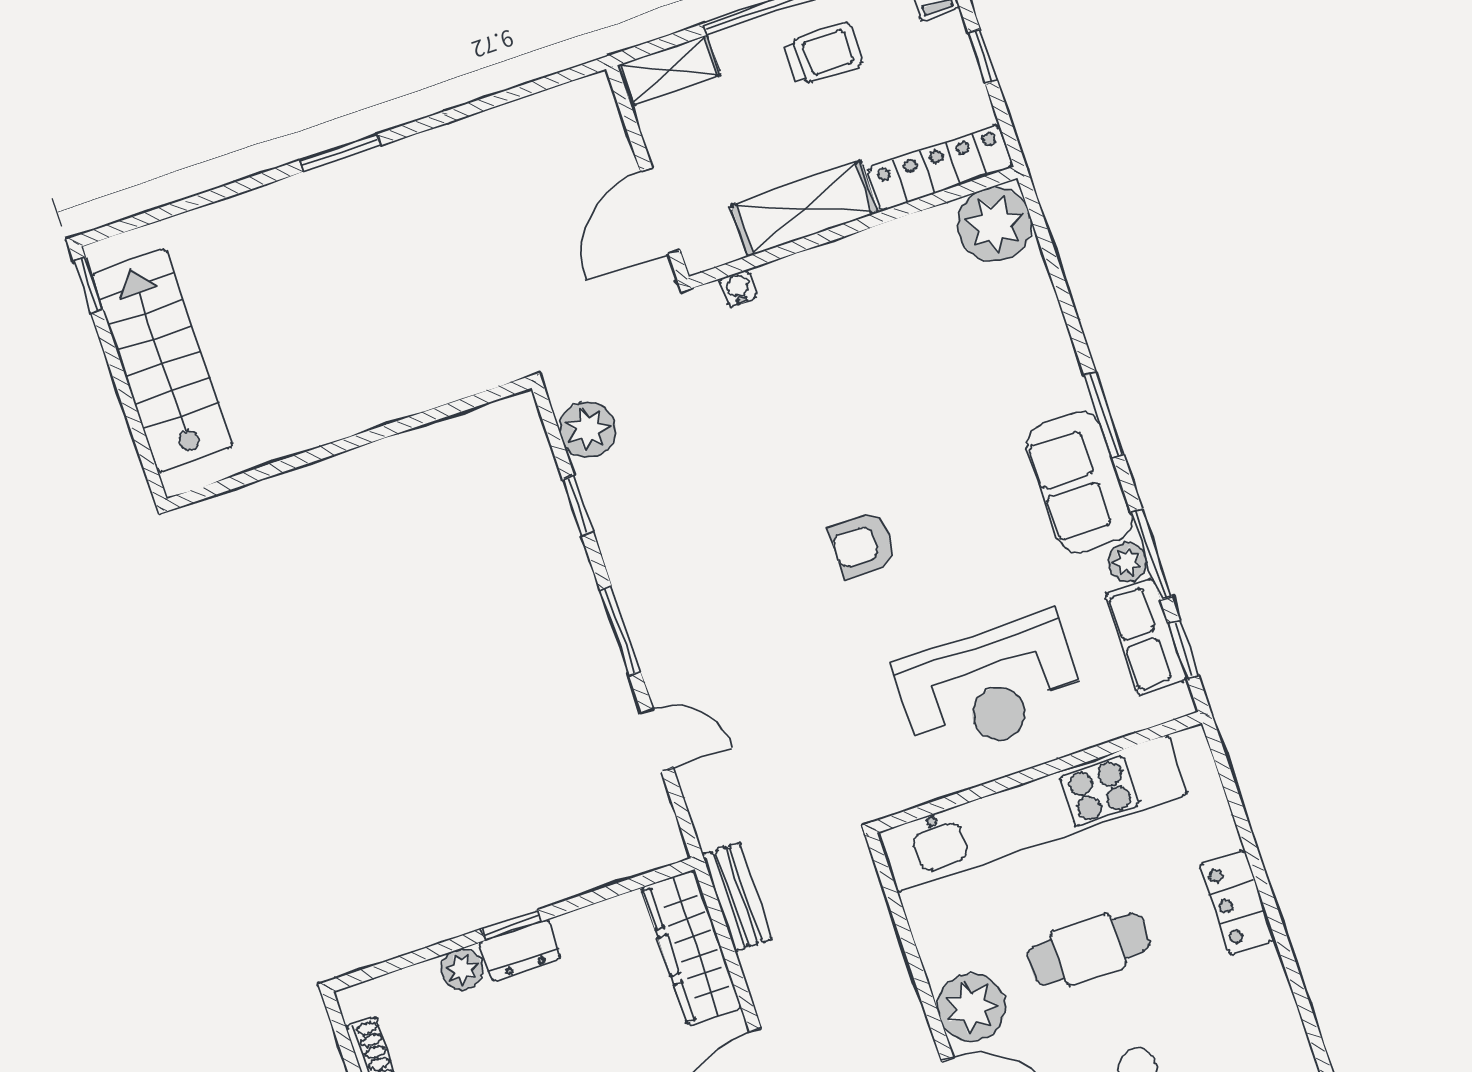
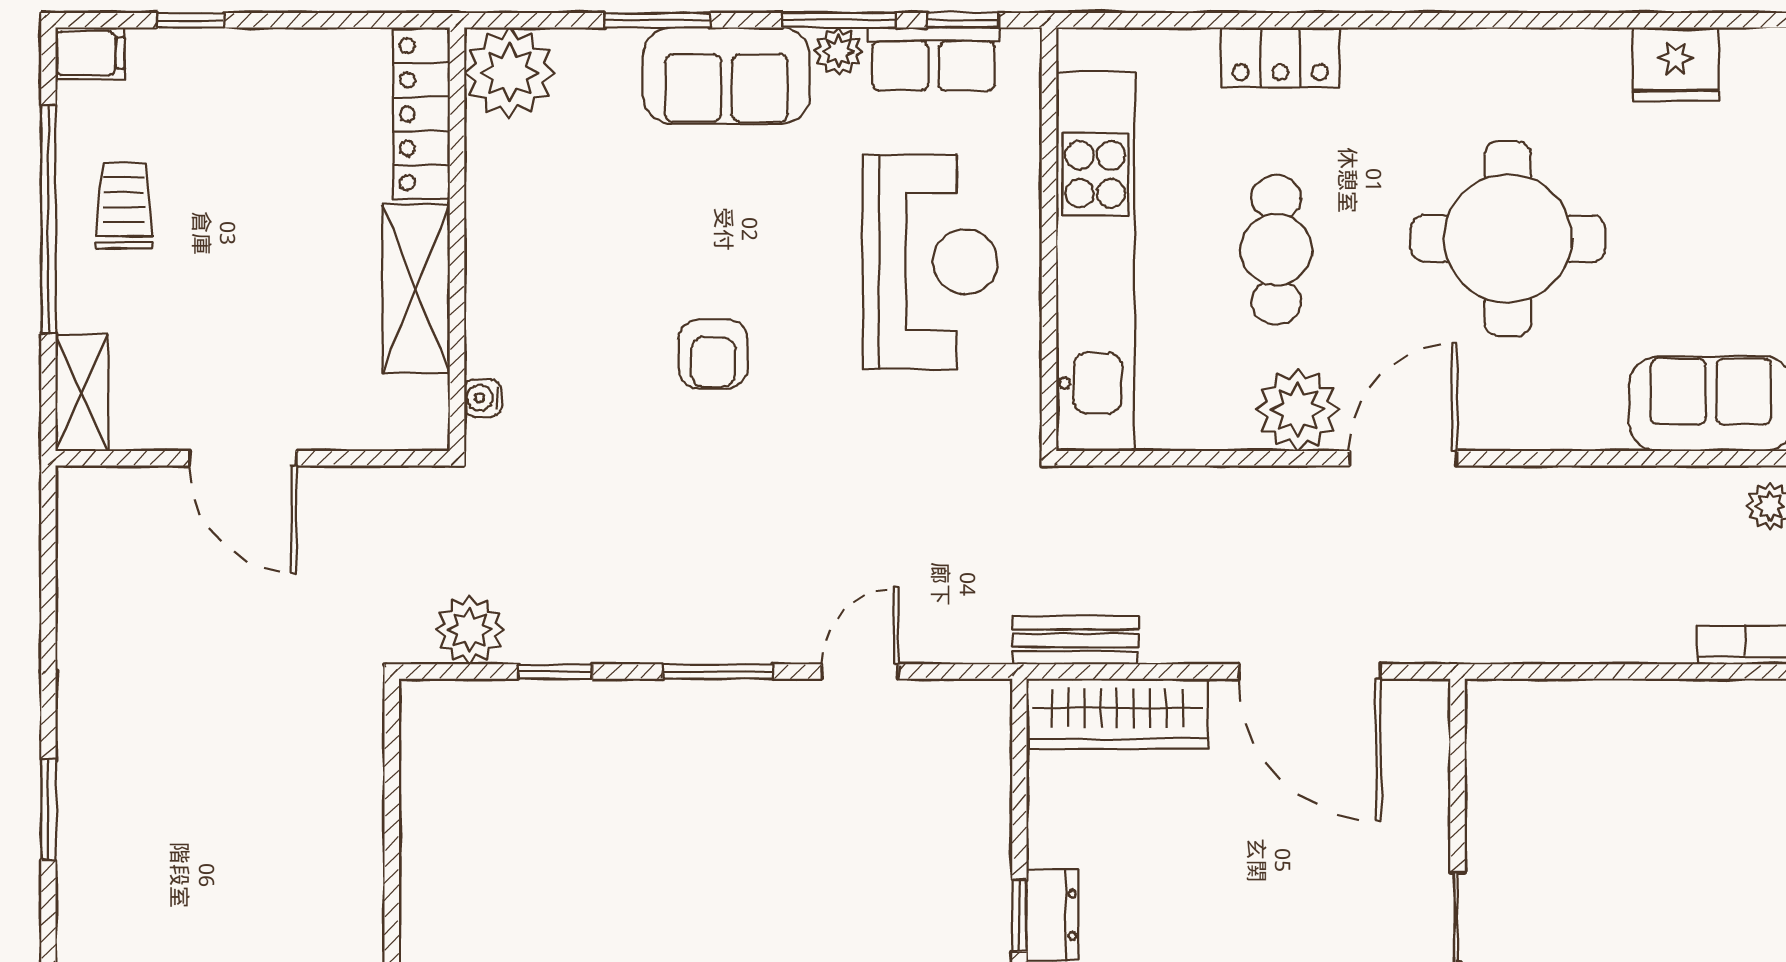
locker: (940, 168) -> (422, 114), moved
shelving: (805, 209) -> (416, 289), moved
plant: (995, 224) -> (509, 73), moved
wall: (853, 227) -> (457, 239), moved
water cooler: (738, 288) -> (483, 398), moved

